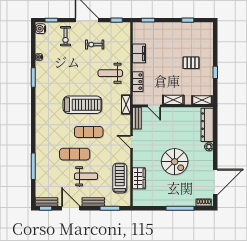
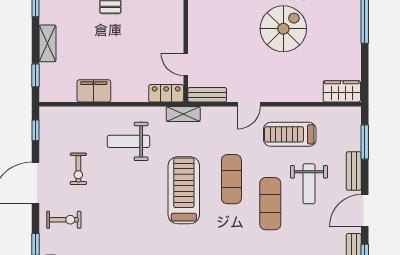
weight bench: (110, 73) -> (128, 141), turned 90
locker: (138, 82) -> (166, 93), moved
shelving: (173, 100) -> (48, 43), moved
door: (154, 106) -> (186, 65), swing flipped
weight bench: (86, 176) -> (309, 184), turned 180
treadmill: (120, 178) -> (290, 134), moved
wardrobe: (139, 178) -> (342, 91), moved

